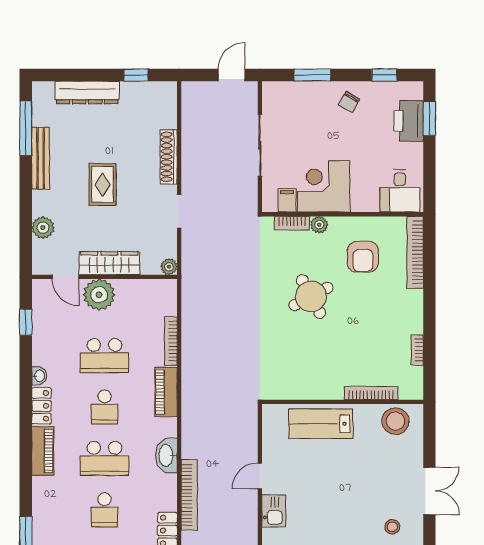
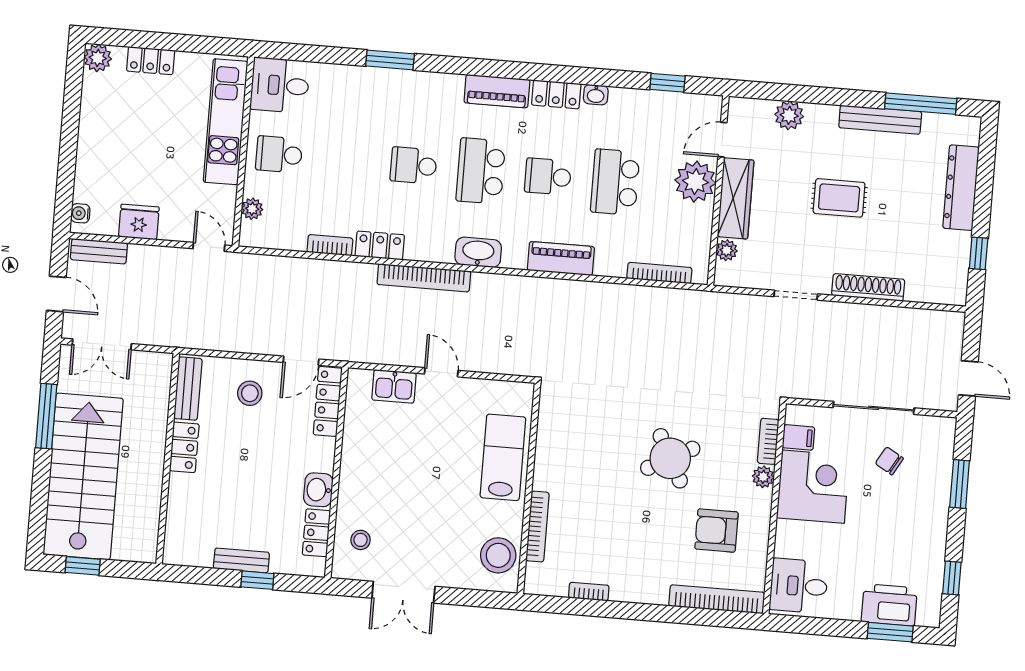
chair: (349, 102) -> (889, 461), moved
plant: (169, 267) -> (727, 250), moved
bookcase: (171, 341) -> (659, 273), moved

